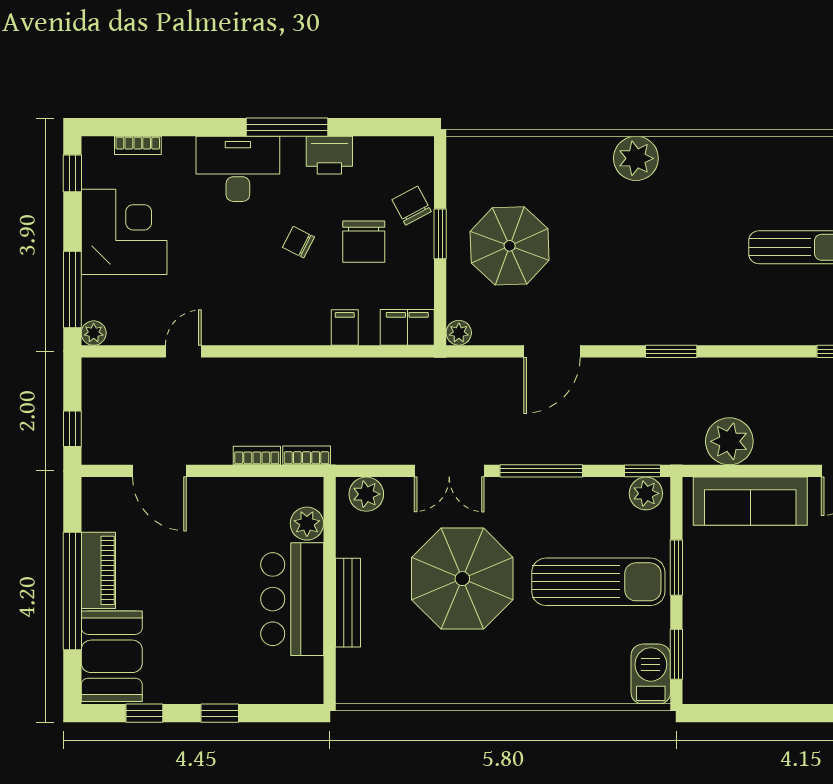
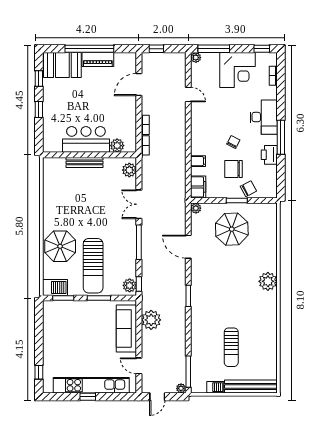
parasol: (462, 579) -> (60, 246), moved, width x0.73, depth x0.73

